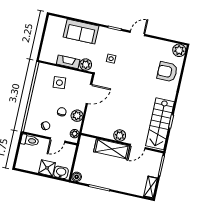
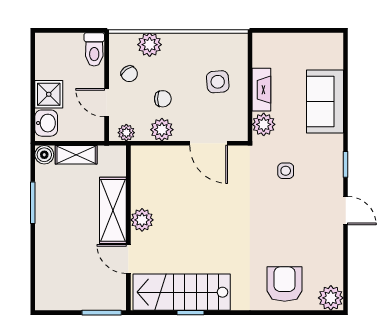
plant: (33, 112) -> (150, 45), added
shelving: (151, 187) -> (76, 155), moved

